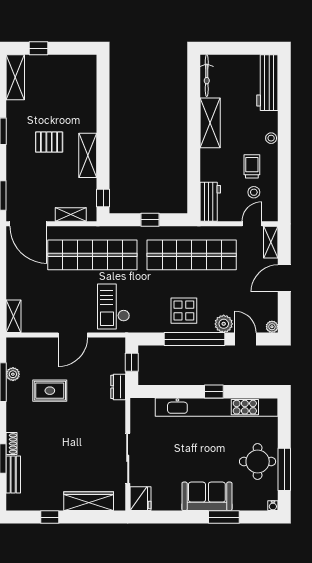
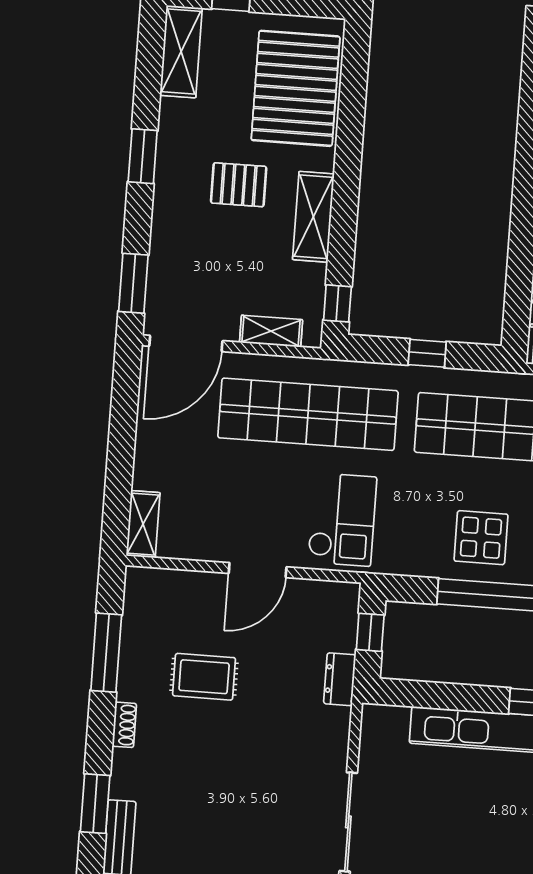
pallet: (74, 92) -> (296, 88), added
door: (28, 224) -> (186, 343), hinge flipped
checkout: (113, 307) -> (342, 520), turned 180
plant: (13, 374) -> (133, 639), removed
shoe rack: (12, 444) -> (124, 725), moved

